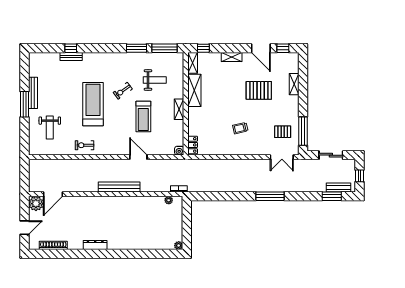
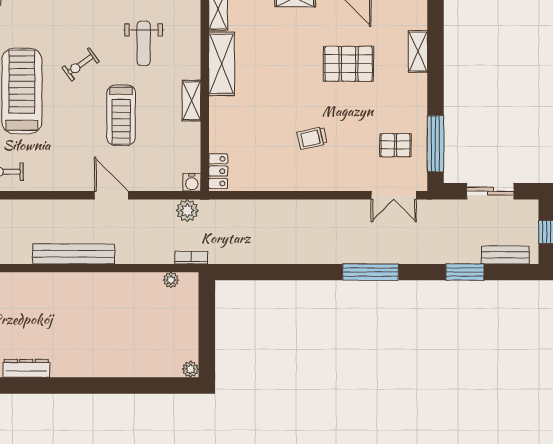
weight bench: (155, 80) -> (144, 43), turned 90
plant: (177, 165) -> (187, 211), added
window: (332, 196) -> (465, 272), moved

